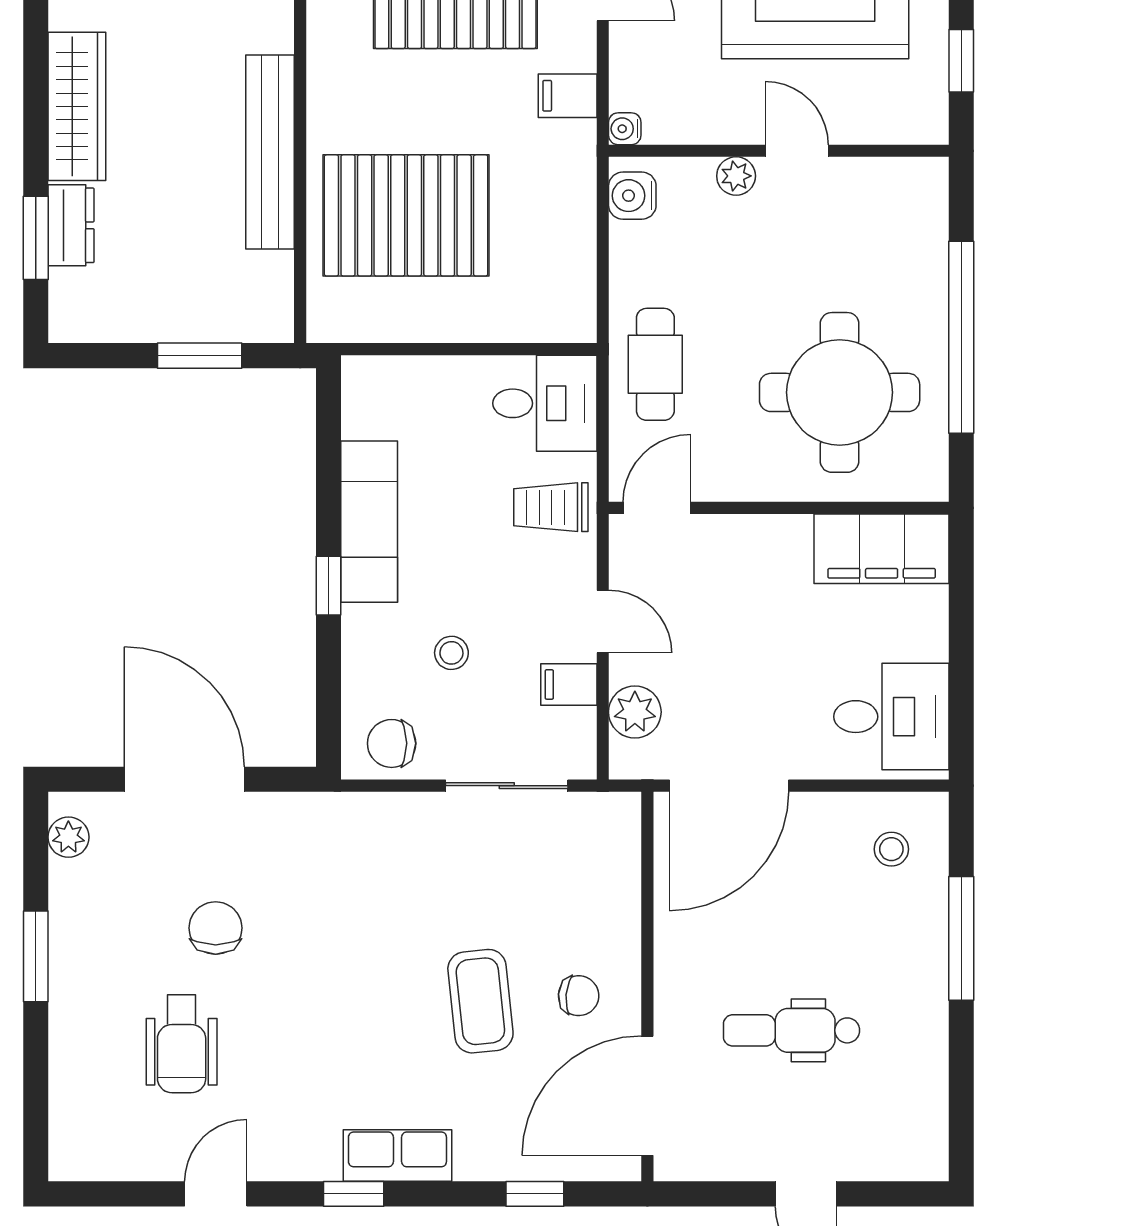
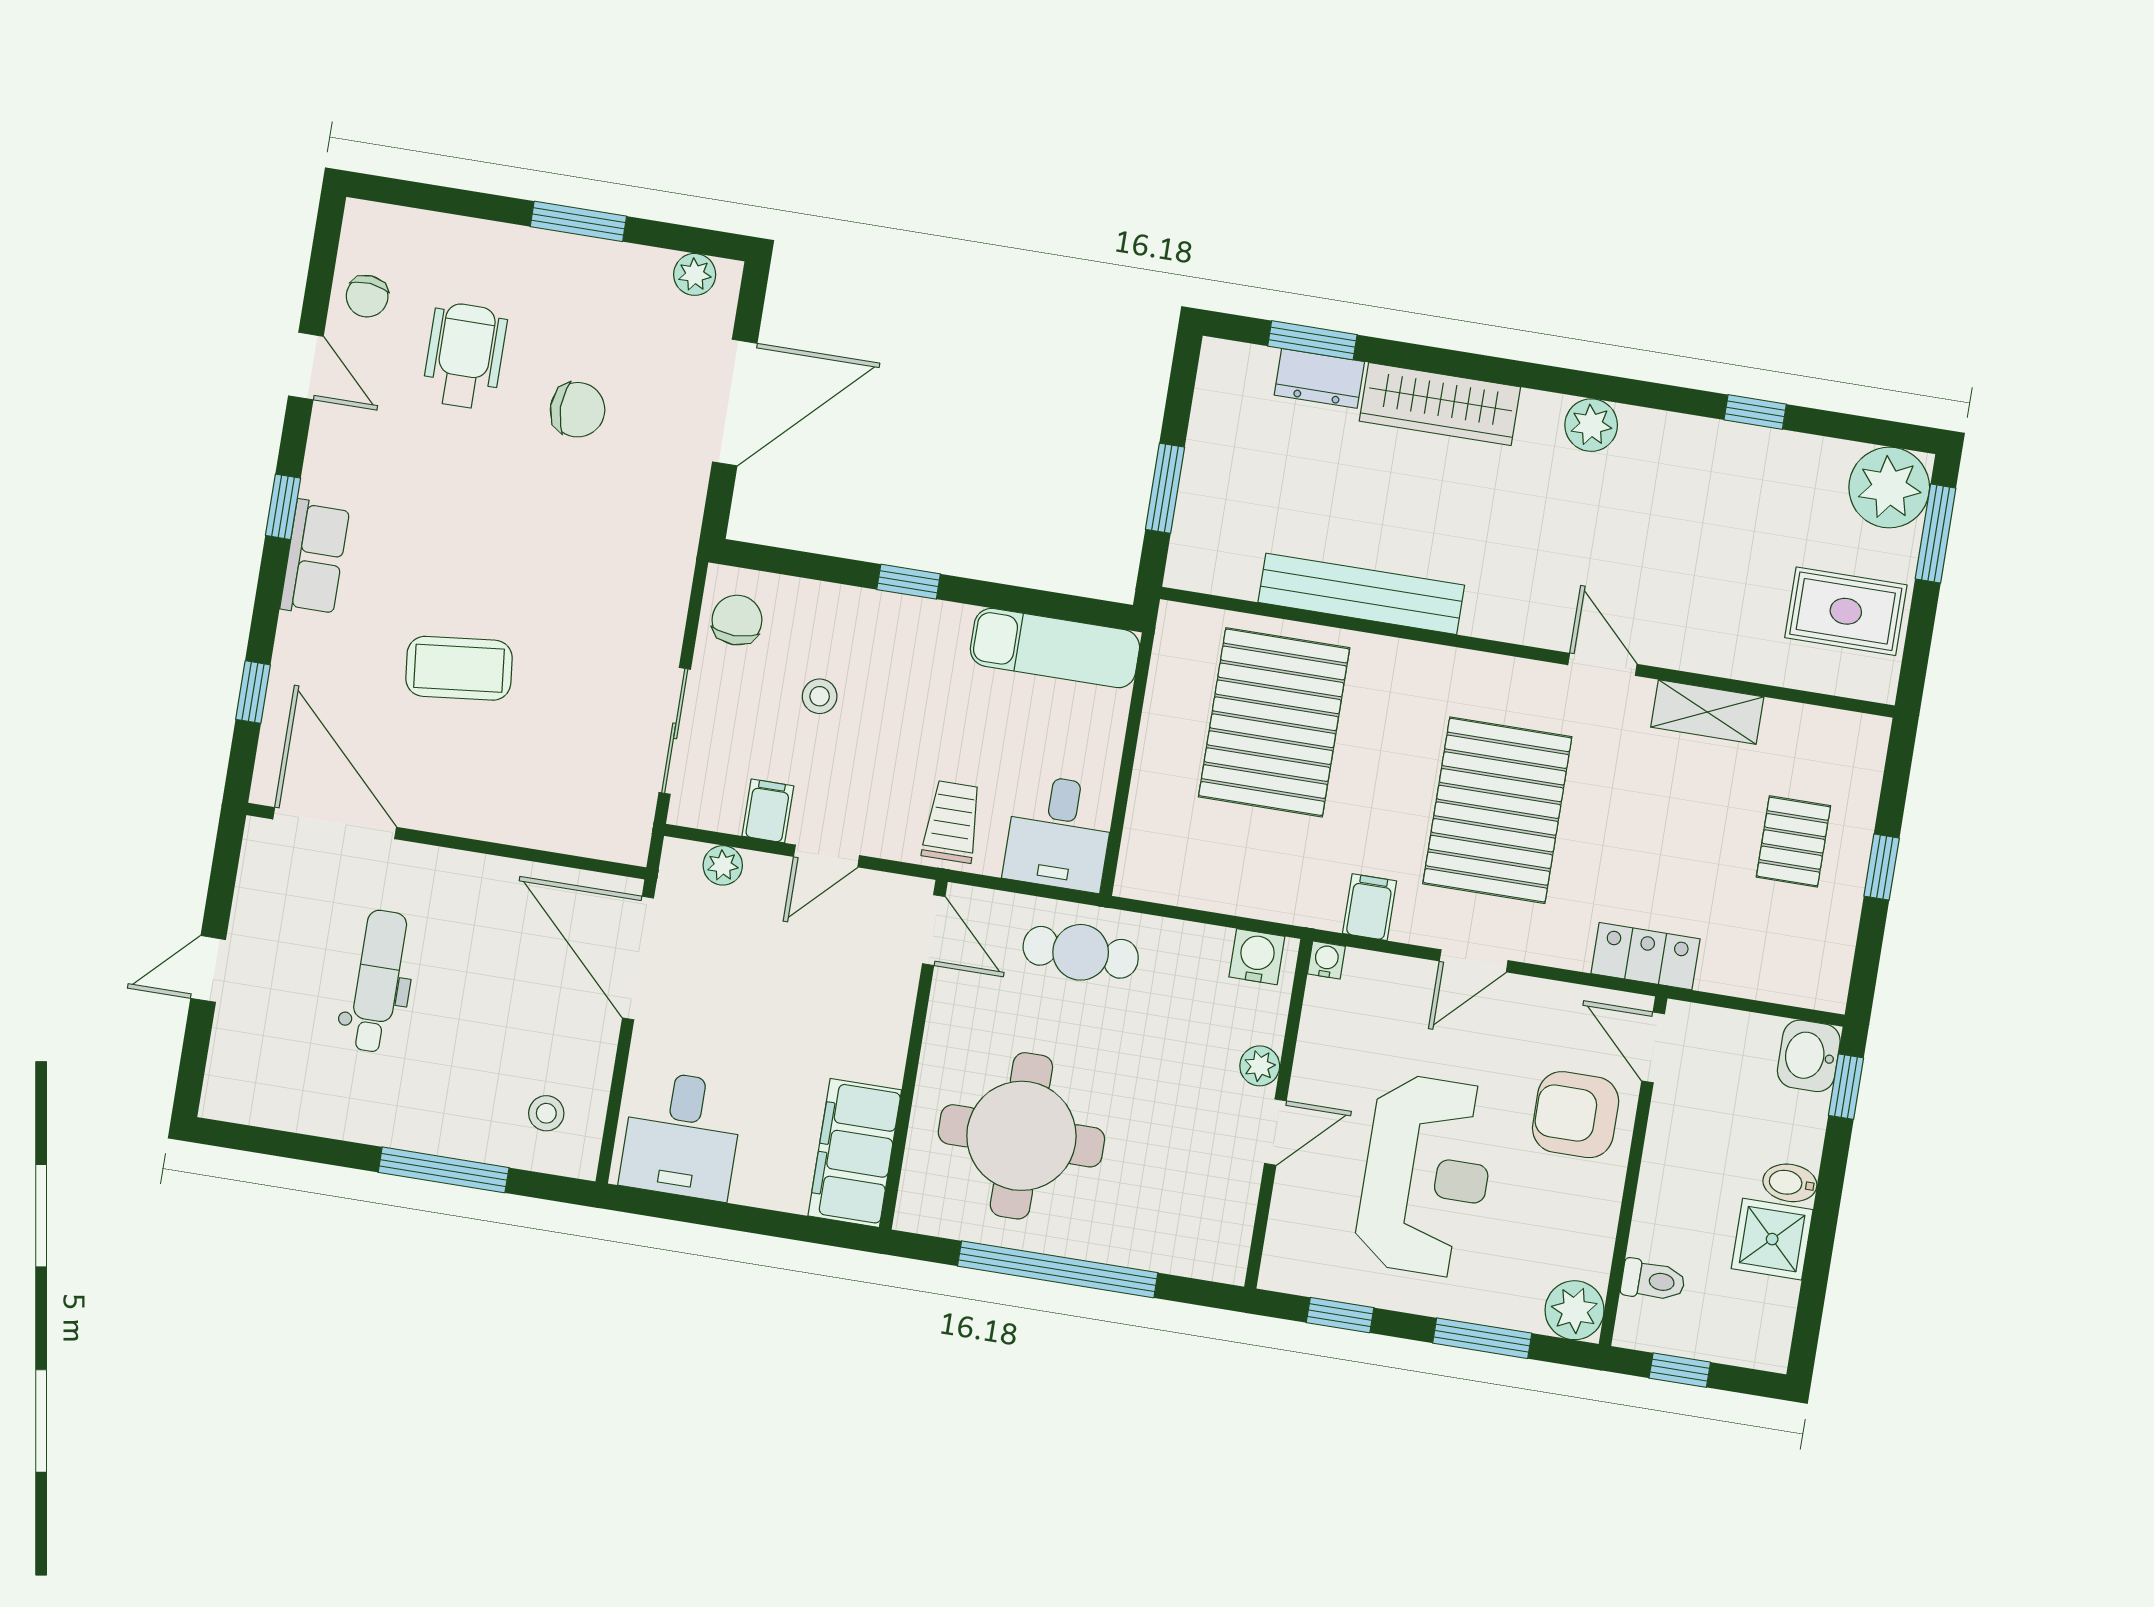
exam couch: (369, 522) -> (1055, 648), moved
plant: (635, 712) -> (723, 865), width x0.73, depth x0.73
chair: (579, 996) -> (367, 296), moved
wheelchair: (182, 1044) -> (465, 356), turned 90

